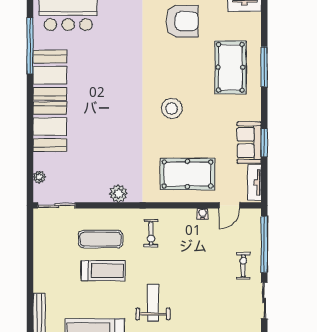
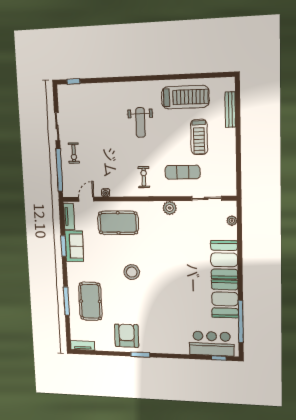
armchair: (182, 21) -> (127, 336), turned 90
sliding door: (57, 205) -> (207, 198), moved
treadmill: (103, 271) -> (199, 137), moved, turned -90

